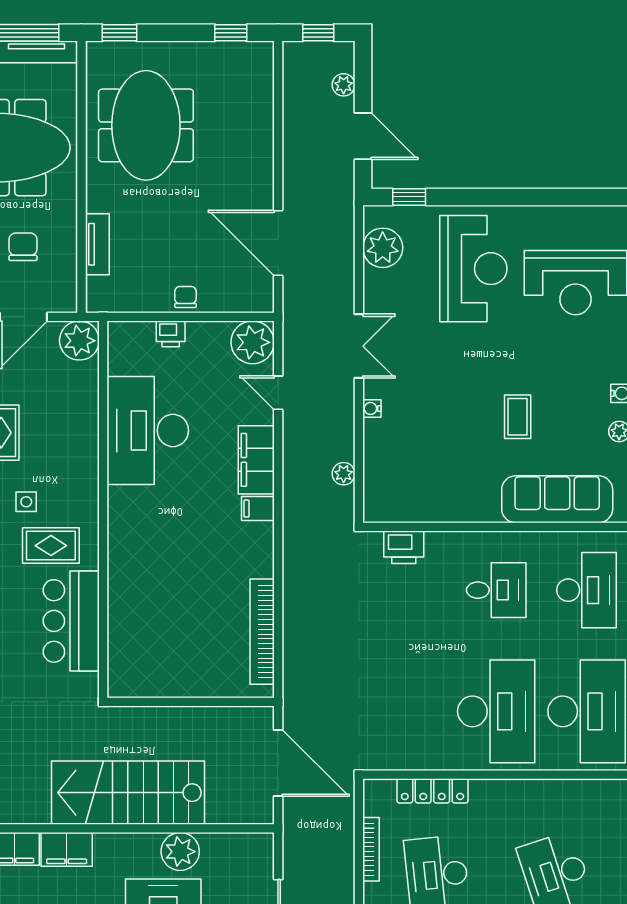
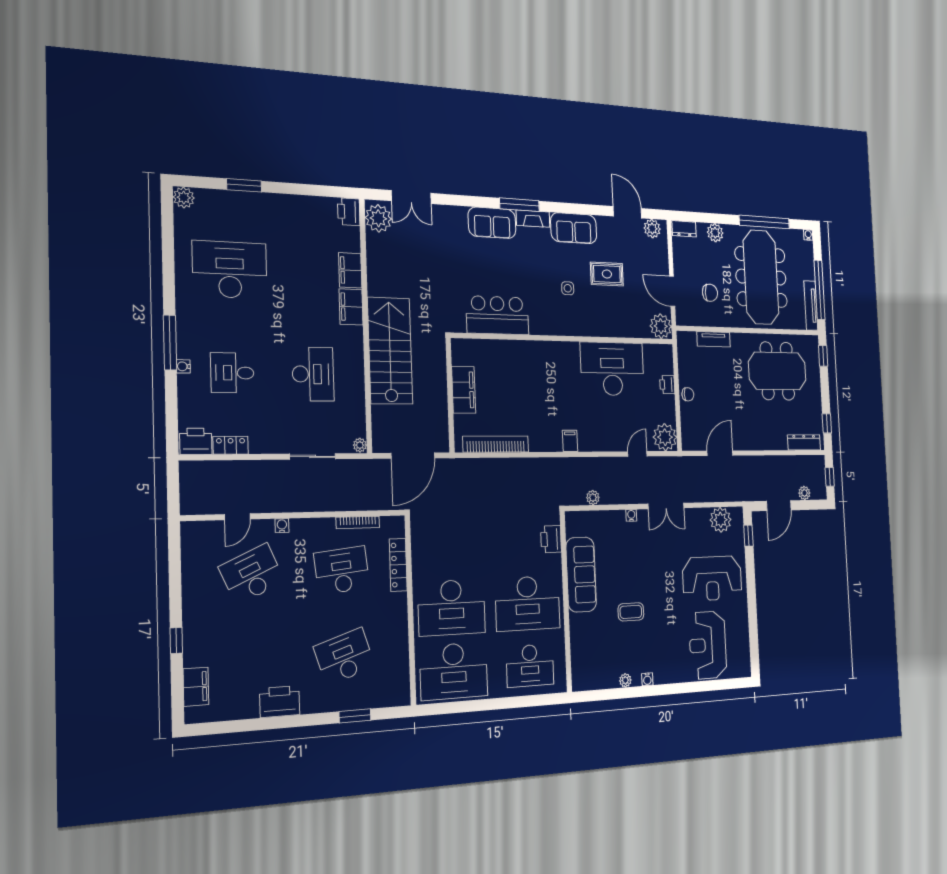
dresser: (262, 80) -> (804, 442), added
door: (278, 243) -> (720, 453), width x0.73
filing cabinet: (256, 460) -> (464, 390), moved, turned 90
sofa: (557, 499) -> (581, 575), moved
rug: (51, 546) -> (543, 303), removed
desk: (496, 590) -> (528, 603), width x1.87, depth x1.30
plant: (180, 852) -> (360, 445), moved, width x0.53, depth x0.53

